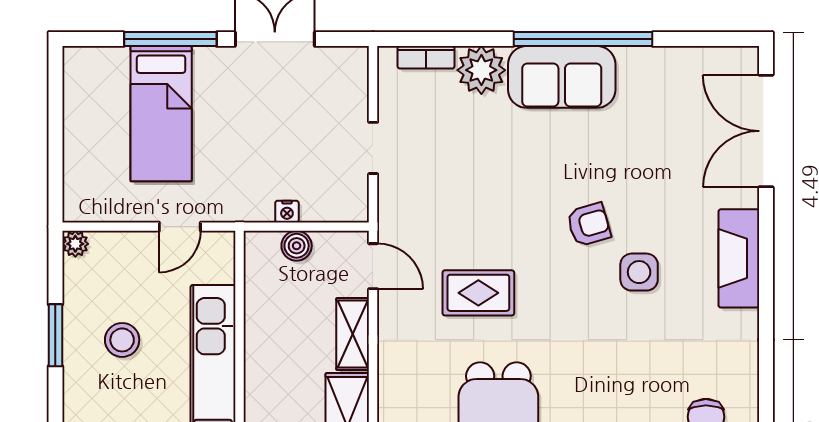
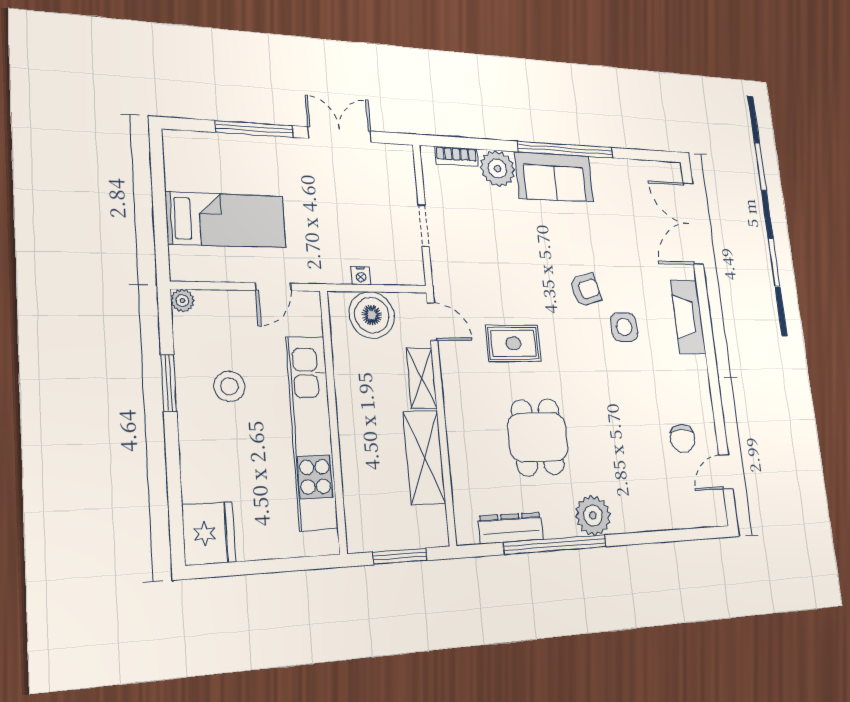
bed: (161, 114) -> (226, 220), moved, turned -90
boiler: (297, 246) -> (372, 315), width x1.86, depth x1.86

